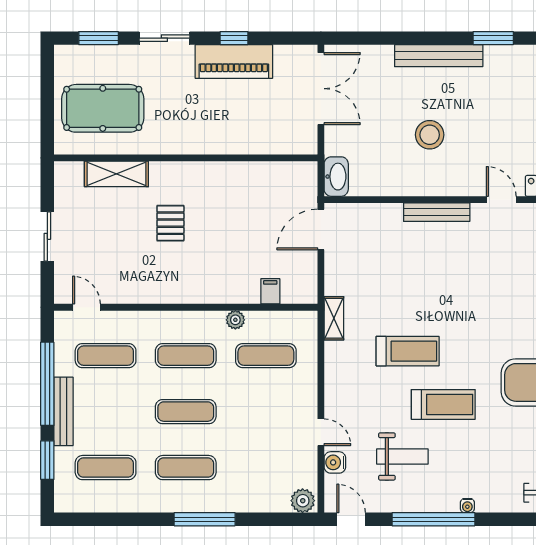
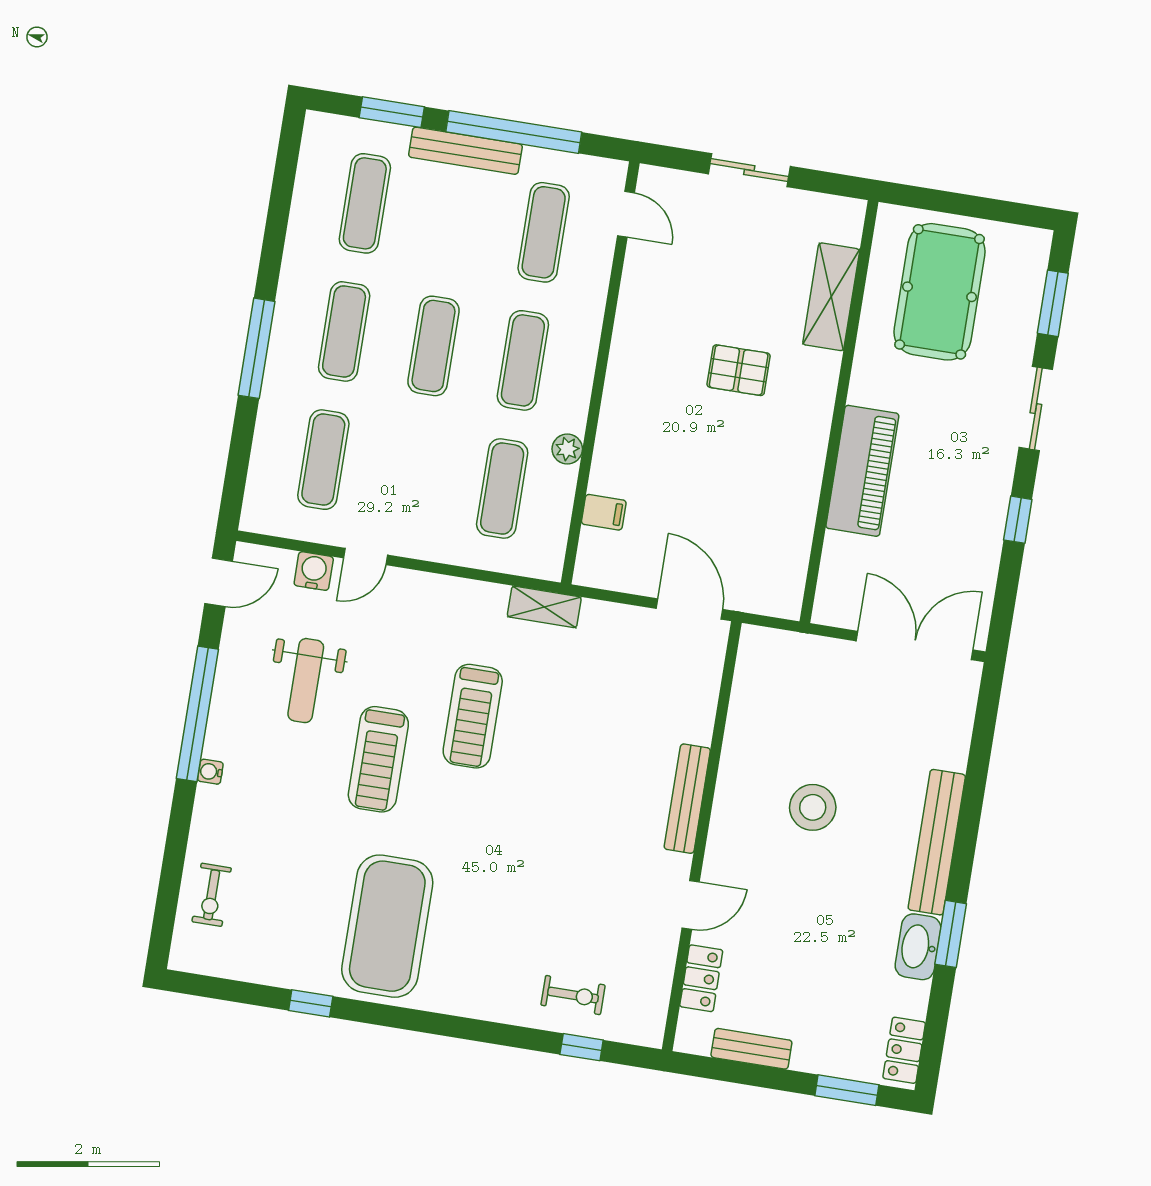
piano: (234, 61) -> (862, 471), moved, turned 180
double door: (321, 89) -> (915, 645), swing flipped
washbasin: (336, 177) -> (918, 947), moved, turned 90
door: (86, 307) -> (626, 214), hinge flipped
exercise mat: (266, 468) -> (323, 460), added
plant: (303, 501) -> (261, 510), removed

